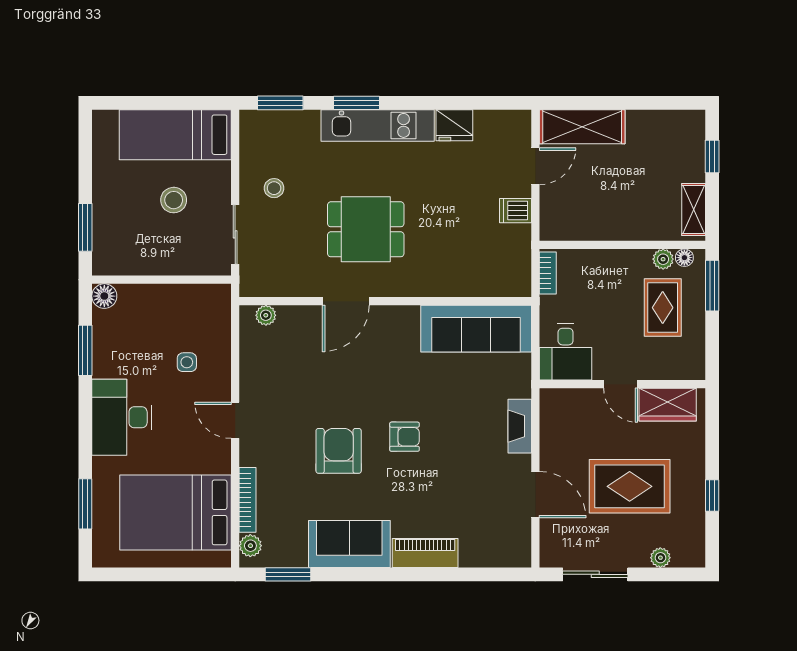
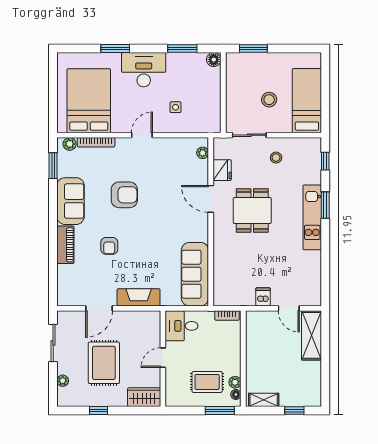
window: (280, 103) -> (325, 161), width x0.67
fridge: (454, 125) -> (222, 170), moved, turned 180
wardrobe: (668, 405) -> (144, 397), moved, turned 90
fireplace: (520, 426) -> (139, 297), width x1.37, depth x1.32
armchair: (404, 437) -> (109, 246), moved
window: (85, 504) -> (115, 49), moved

